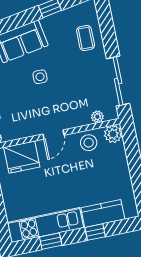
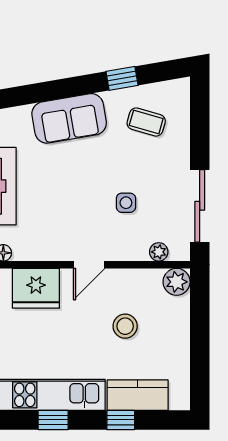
coffee table: (86, 38) -> (146, 122), moved, turned -74
side table: (40, 77) -> (126, 203), moved
stool: (89, 143) -> (125, 326), moved

